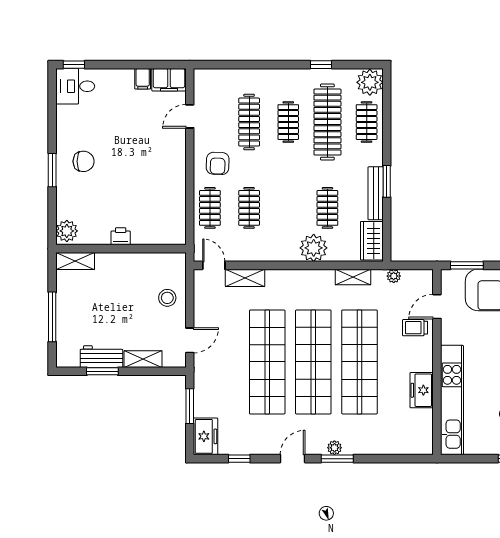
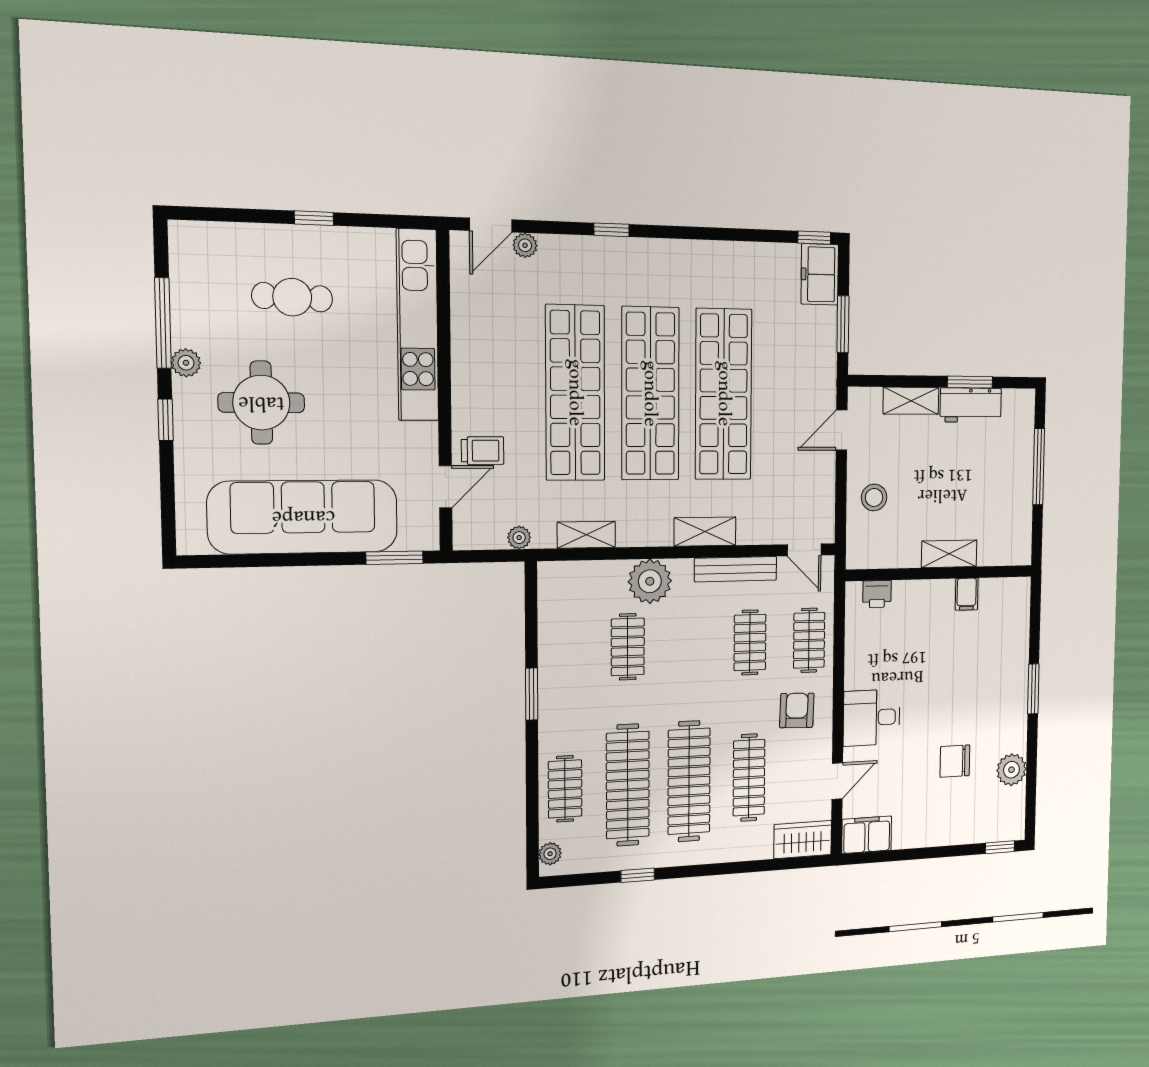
filing cabinet: (143, 79) -> (967, 594), moved, turned 180
plant: (370, 82) -> (550, 854), width x0.53, depth x0.53
desk: (75, 86) -> (872, 718), moved, turned 180
clothes rail: (288, 122) -> (689, 781), width x1.86, depth x1.31
chair: (84, 161) -> (955, 761), moved
bench: (376, 193) -> (736, 569), moved, turned 90
plant: (67, 231) -> (1011, 770), moved
printer: (121, 236) -> (877, 594), moved
wardrobe: (372, 241) -> (803, 840), moved, turned -90
shelving: (75, 261) -> (949, 554), moved
shelving: (245, 278) -> (705, 532), moved
freezer: (422, 390) -> (470, 343), removed
plant: (334, 448) -> (525, 245), moved
window: (239, 459) -> (814, 238), moved
door: (293, 459) -> (491, 225), moved
window: (337, 459) -> (612, 230), width x0.67

